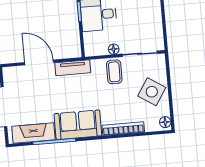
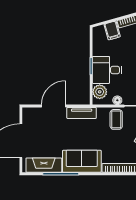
plant: (92, 41) -> (100, 92), added
door: (39, 62) -> (54, 106), hinge flipped

